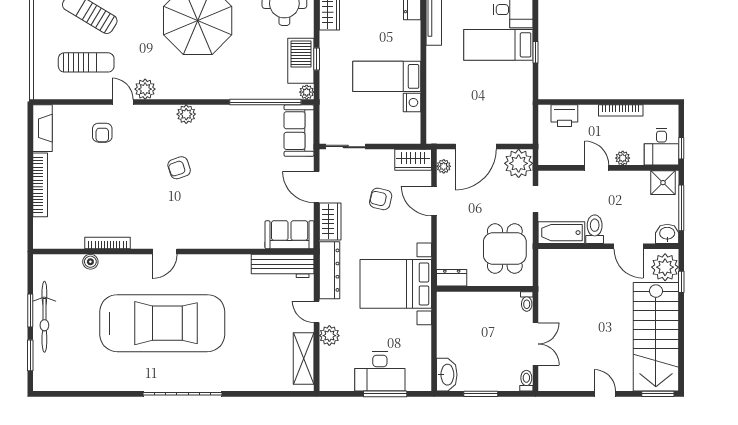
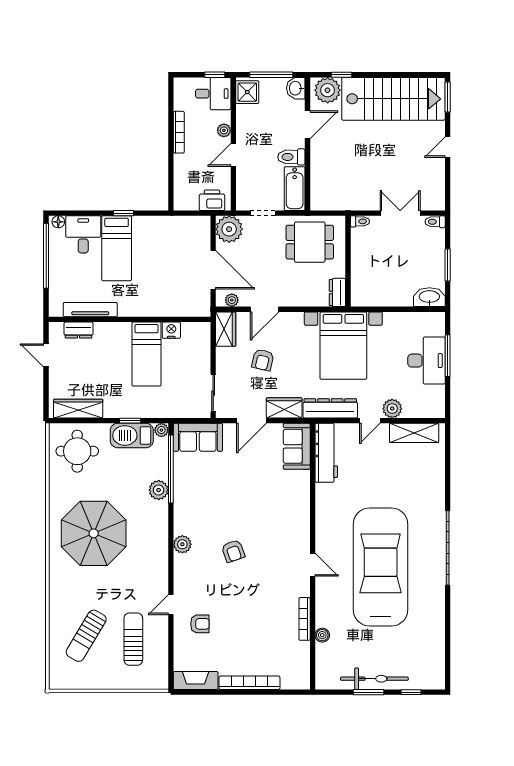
plant: (145, 89) -> (159, 490), moved
printer: (564, 116) -> (212, 200), moved, turned -90
window: (30, 355) -> (411, 692), width x0.67

